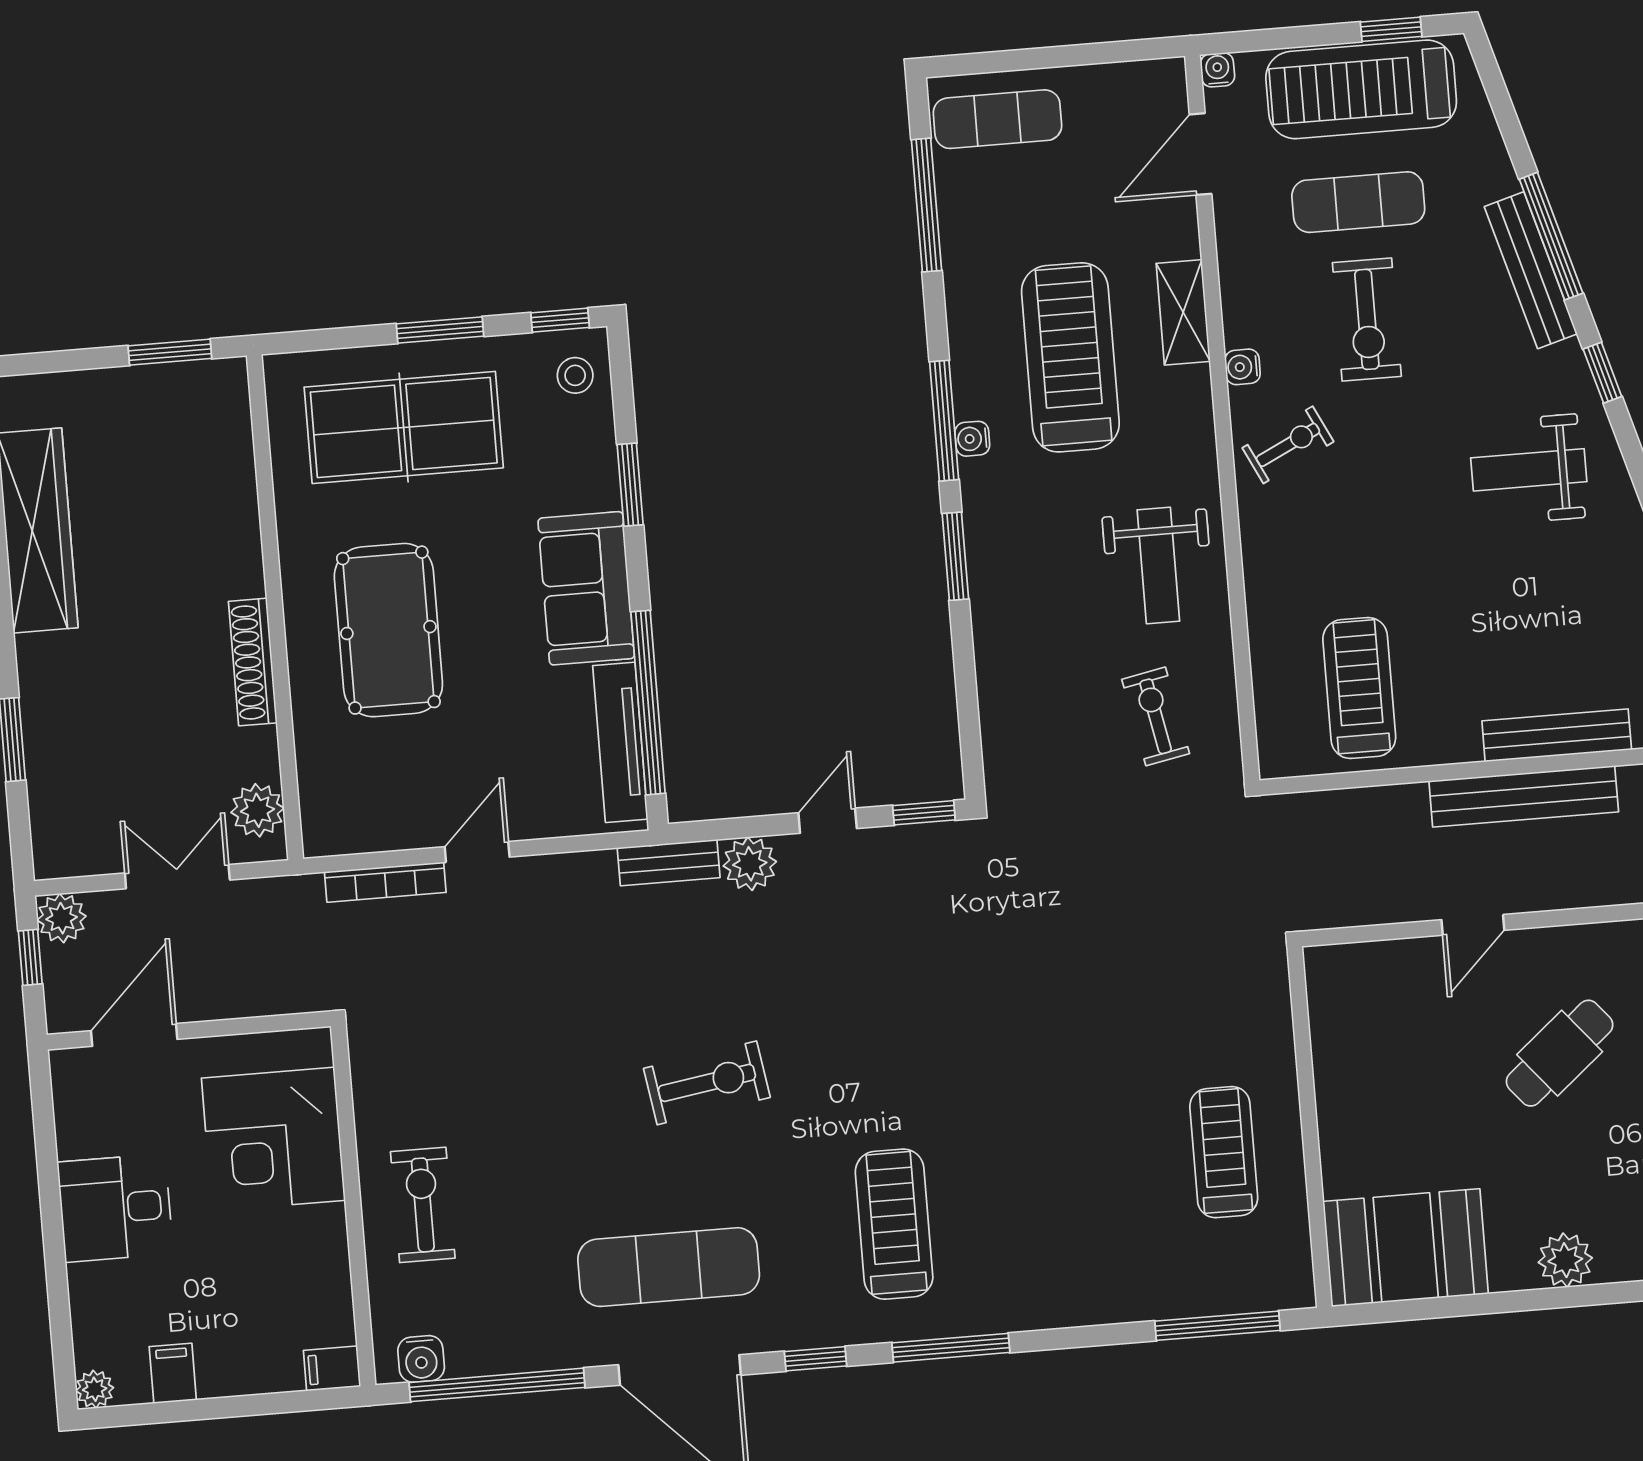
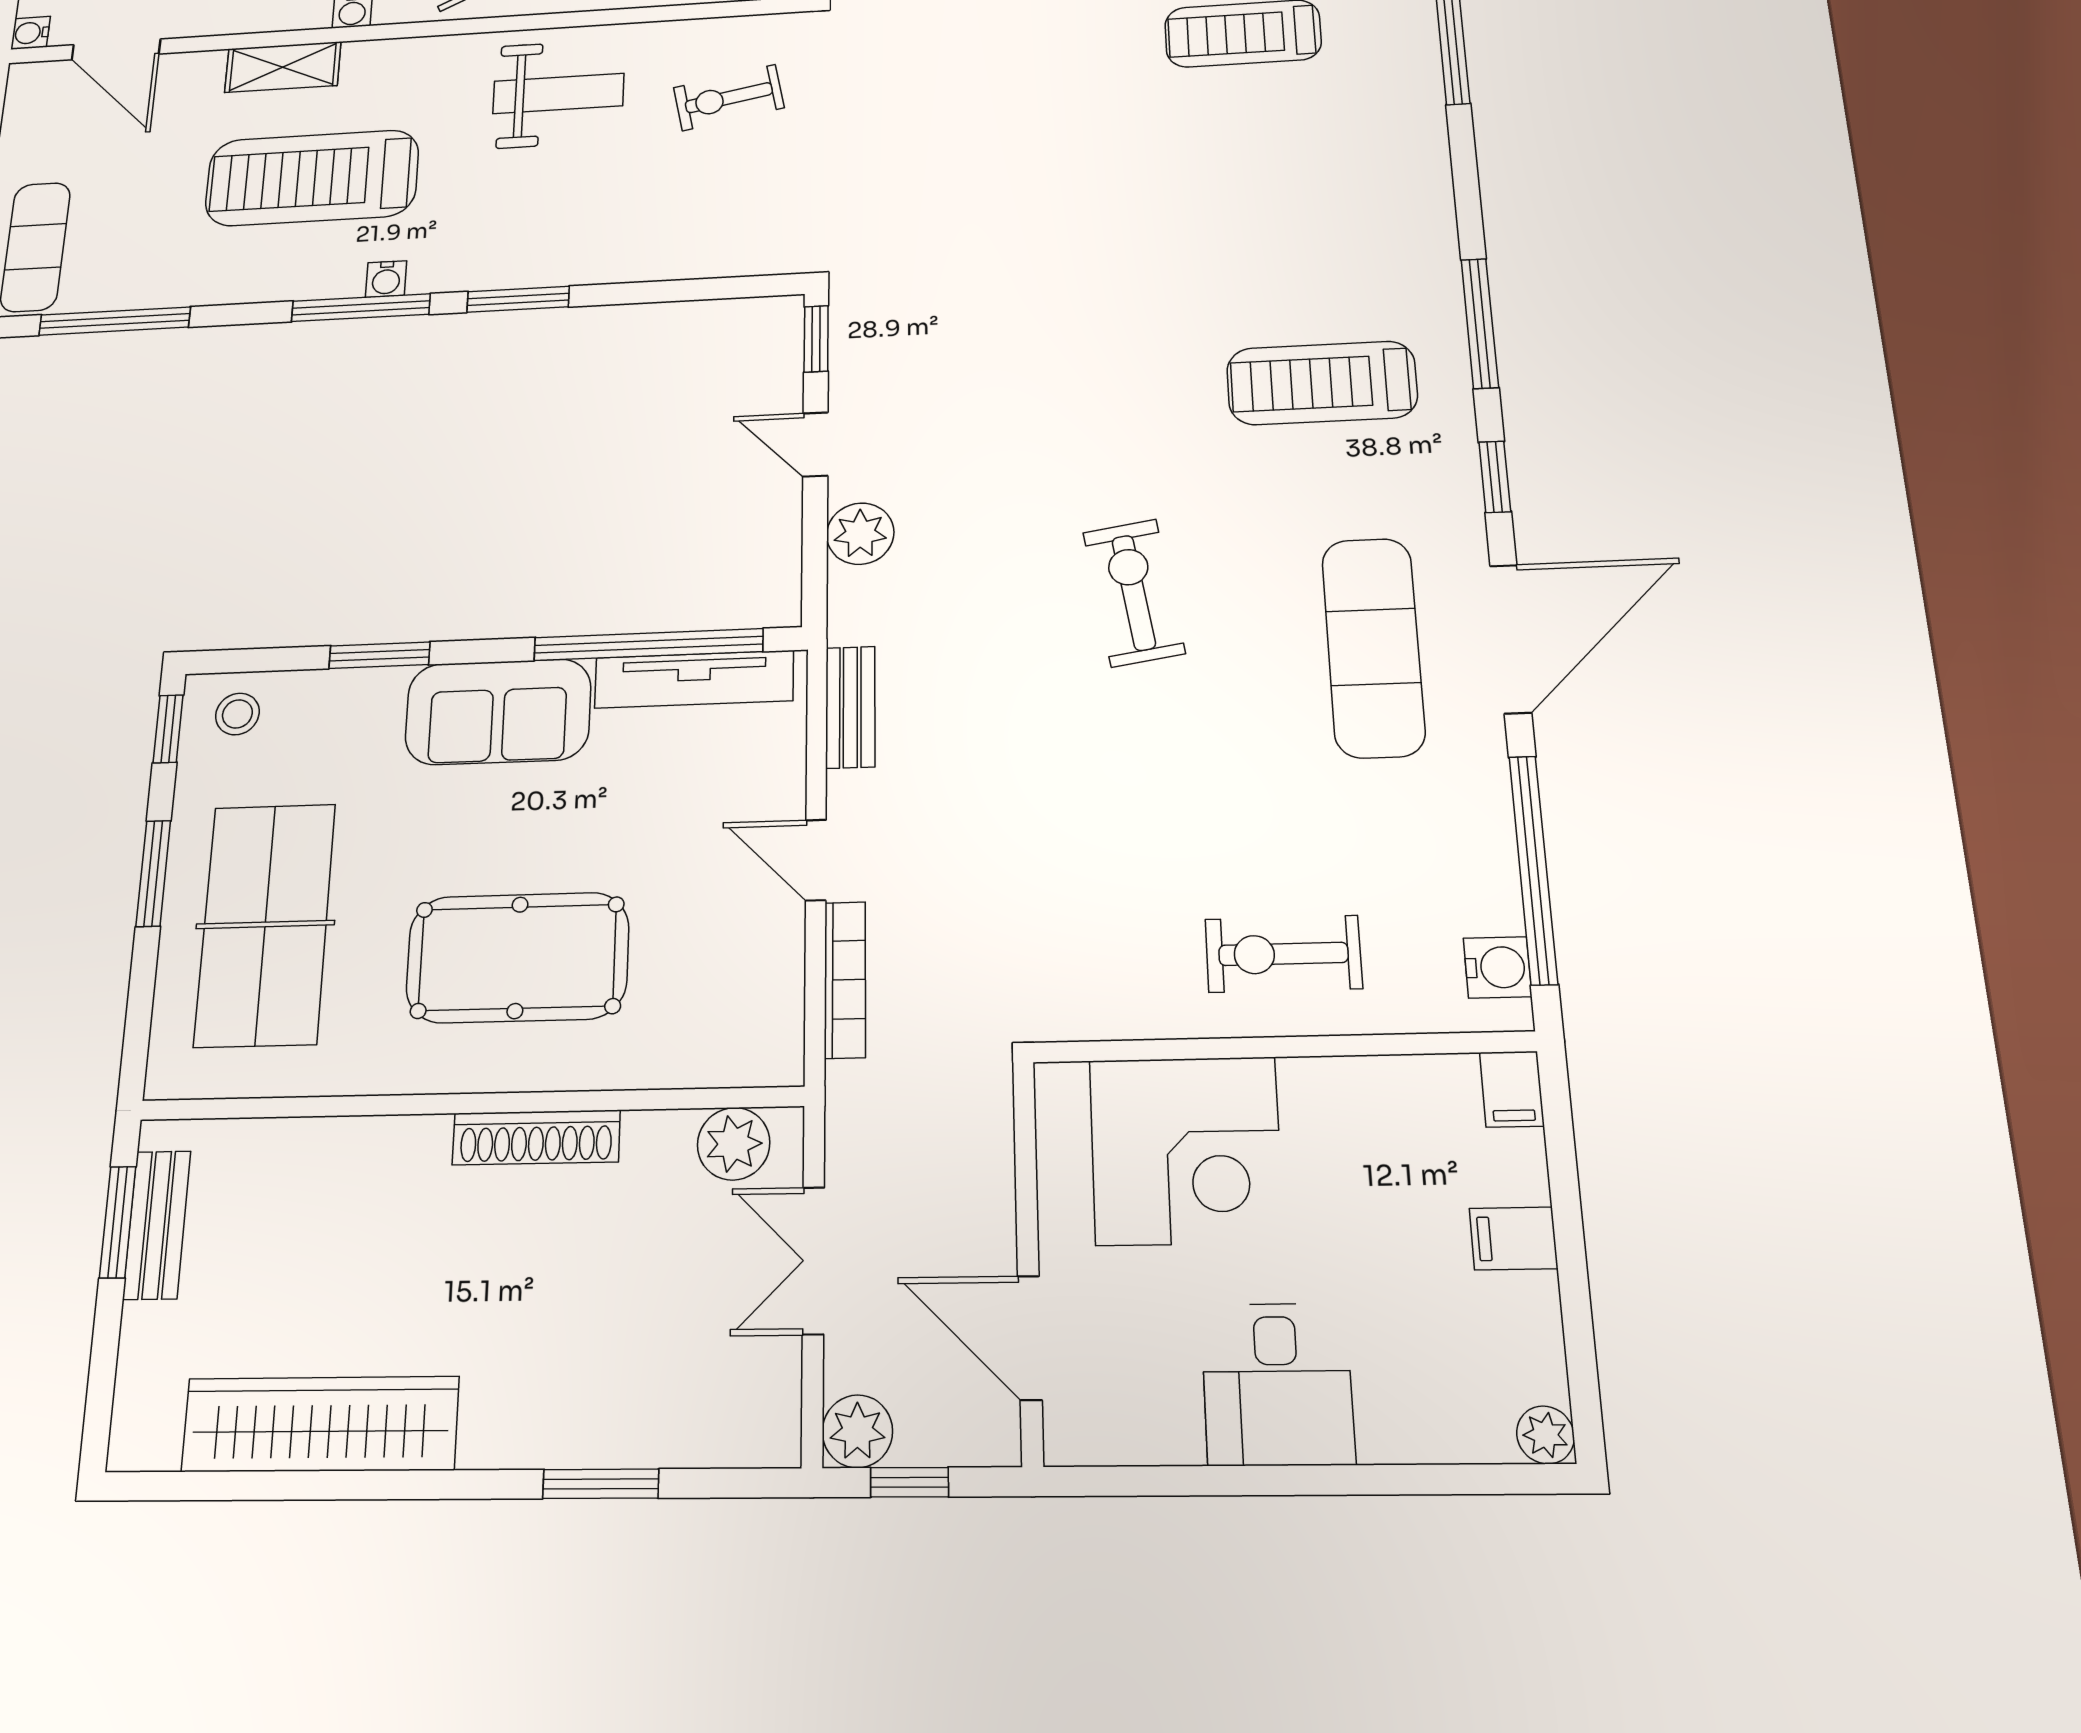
bench: (170, 383) -> (157, 1225), added
bench: (669, 863) -> (850, 707), moved
filing cabinet: (173, 1373) -> (1514, 1238), moved

